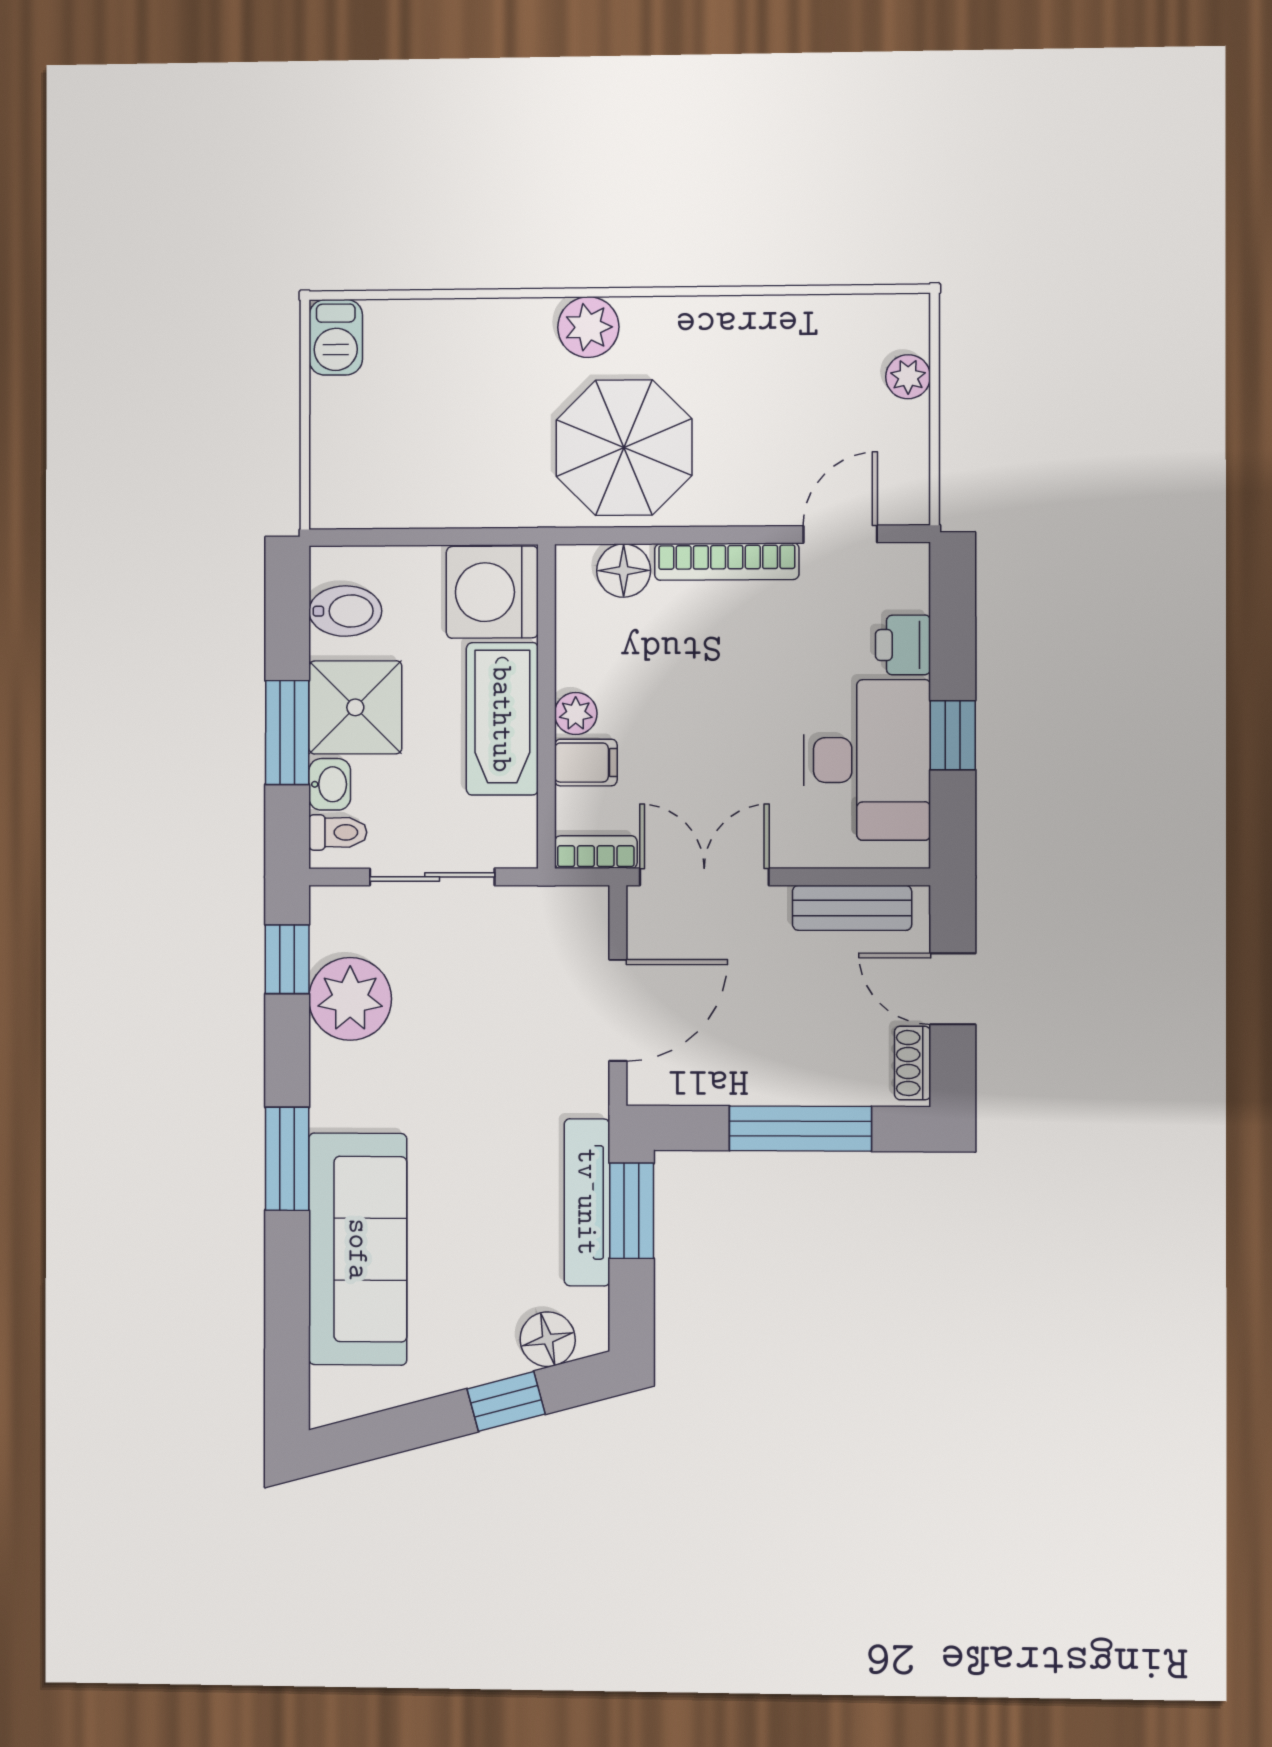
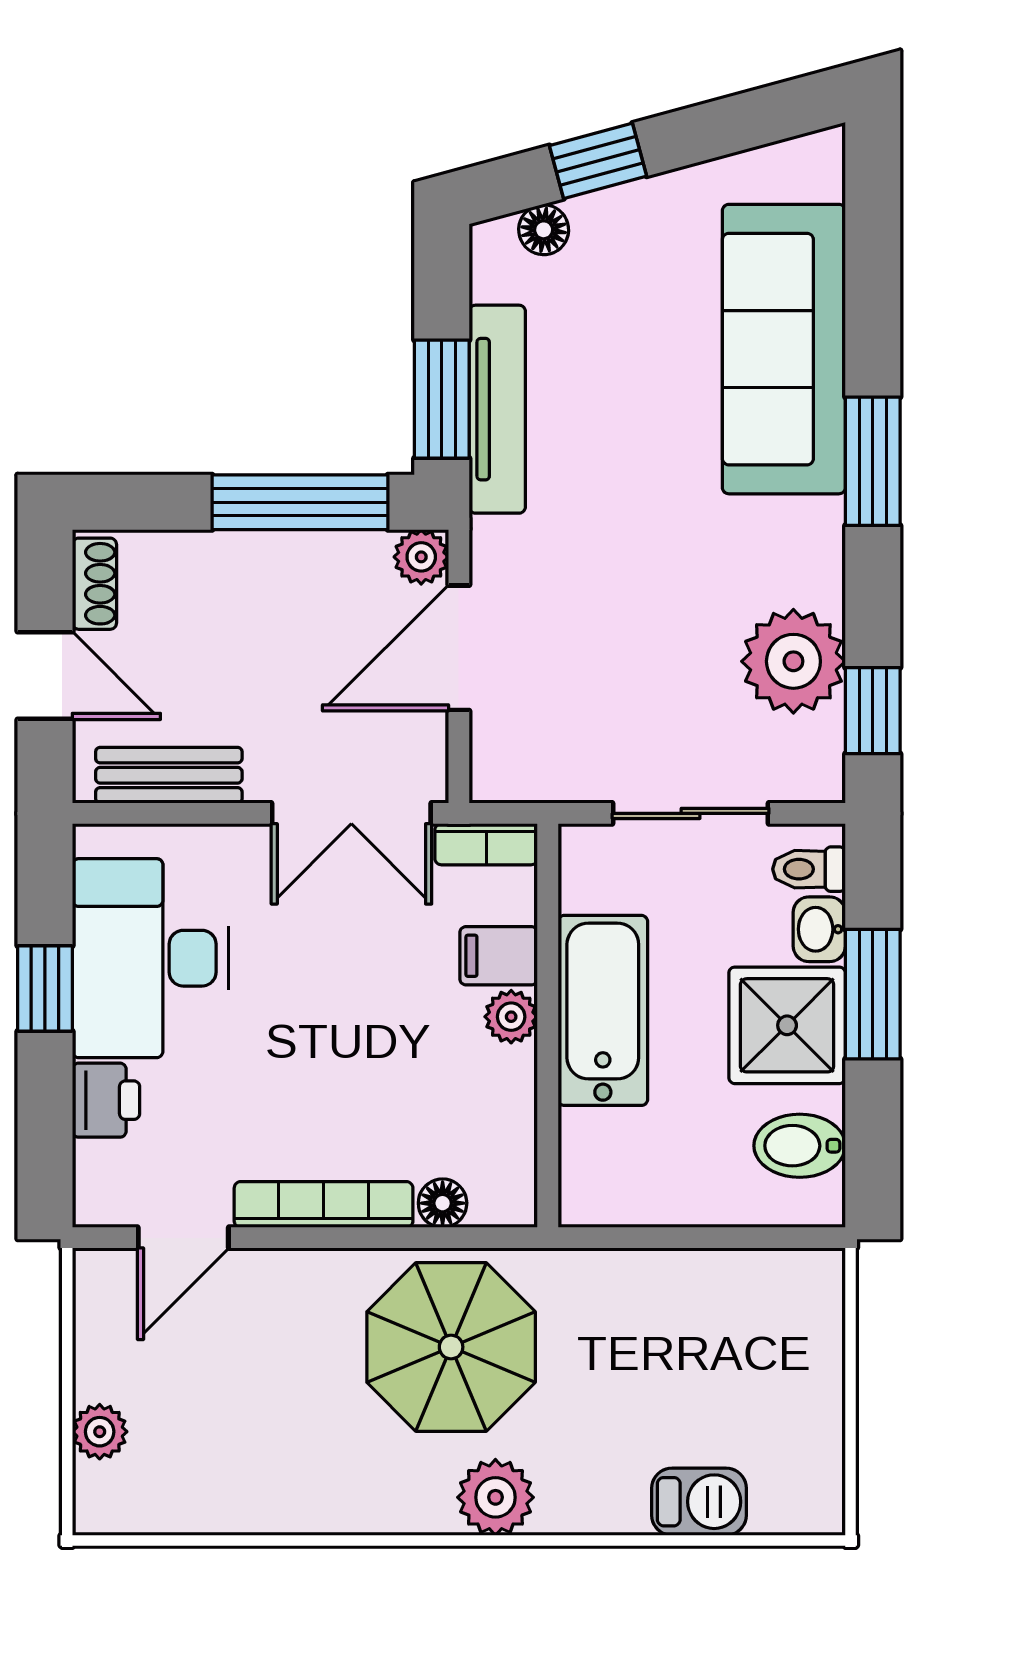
barbecue: (336, 337) -> (699, 1502), moved, turned 90
floor lamp: (624, 571) -> (443, 1203), width x0.73, depth x0.73
washing machine: (492, 592) -> (615, 1168), removed
plant: (648, 1084) -> (421, 557), added
window: (800, 1129) -> (300, 502), moved
floor lamp: (548, 1339) -> (544, 230), width x0.73, depth x0.73

